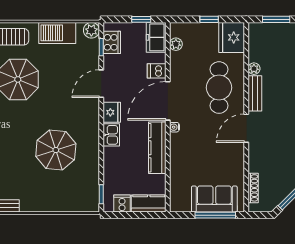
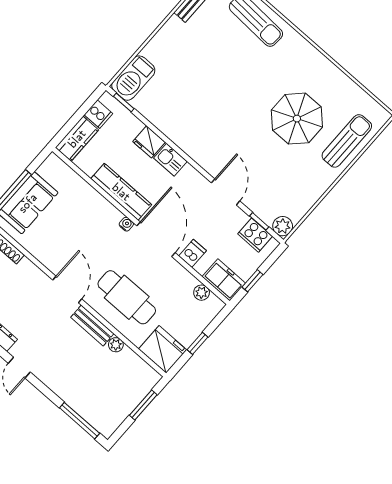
barbecue: (57, 33) -> (133, 78), moved, turned 180
fridge: (112, 112) -> (149, 142), moved
parasol: (56, 150) -> (201, 97), removed

